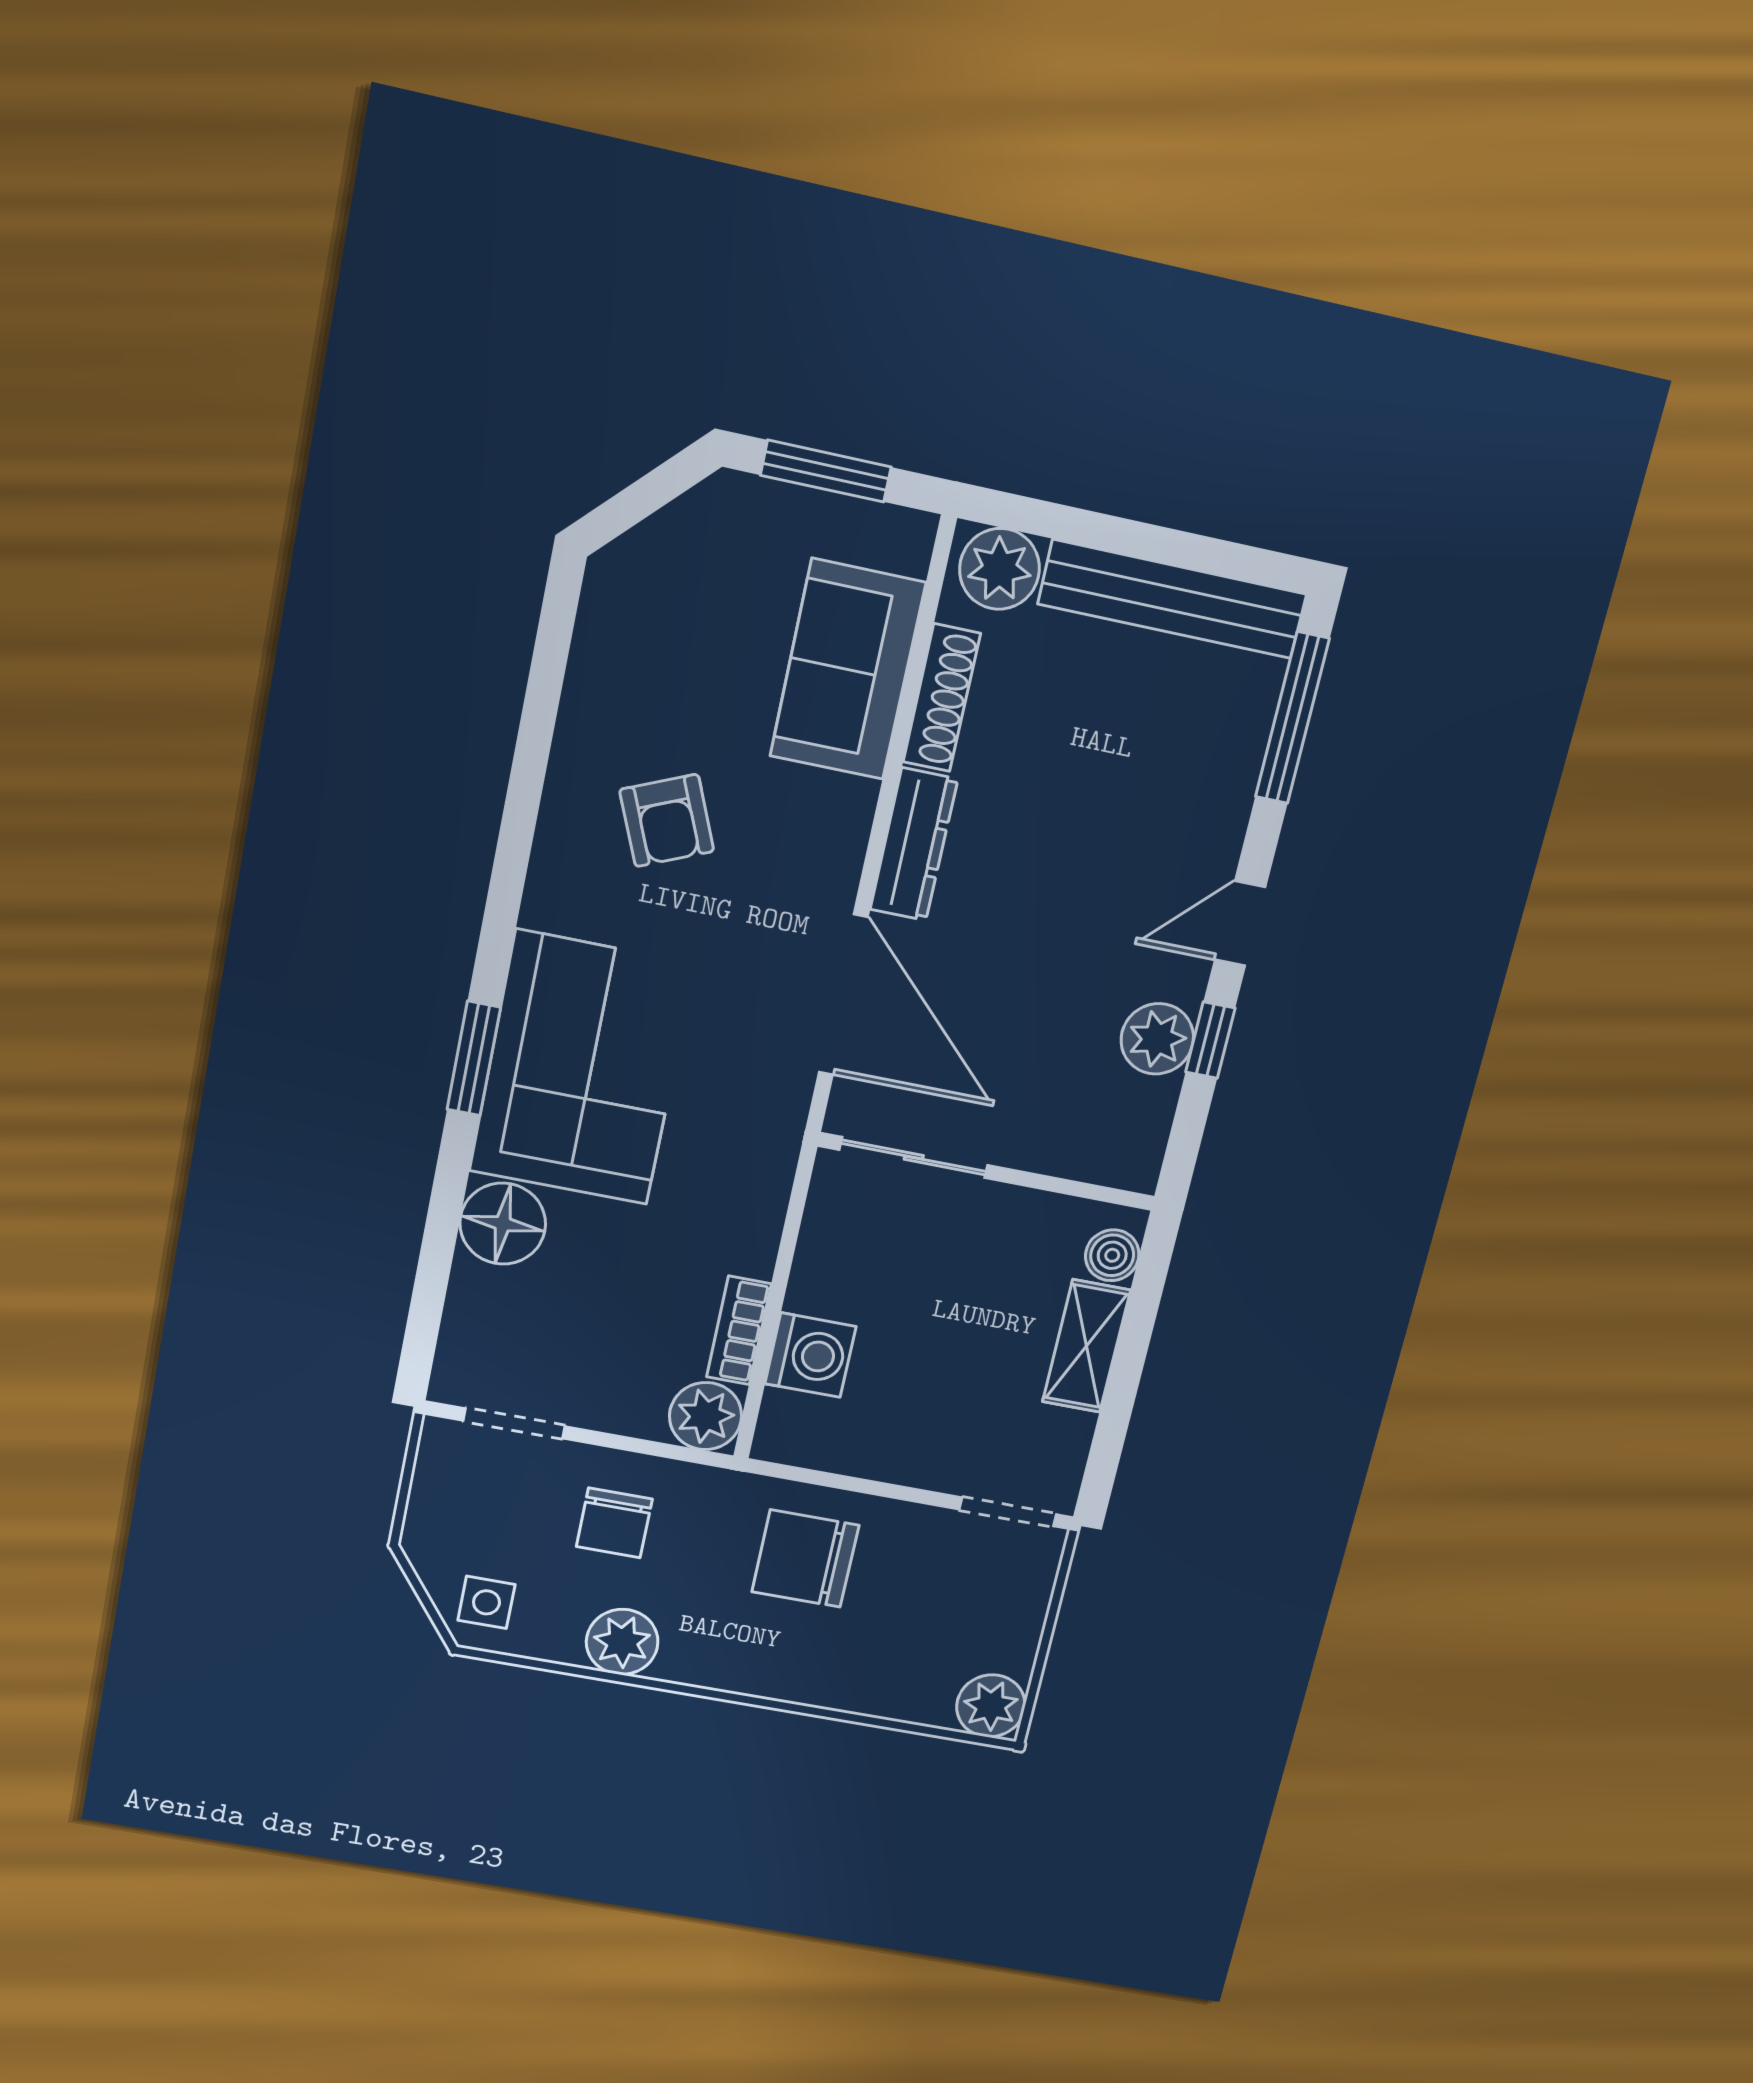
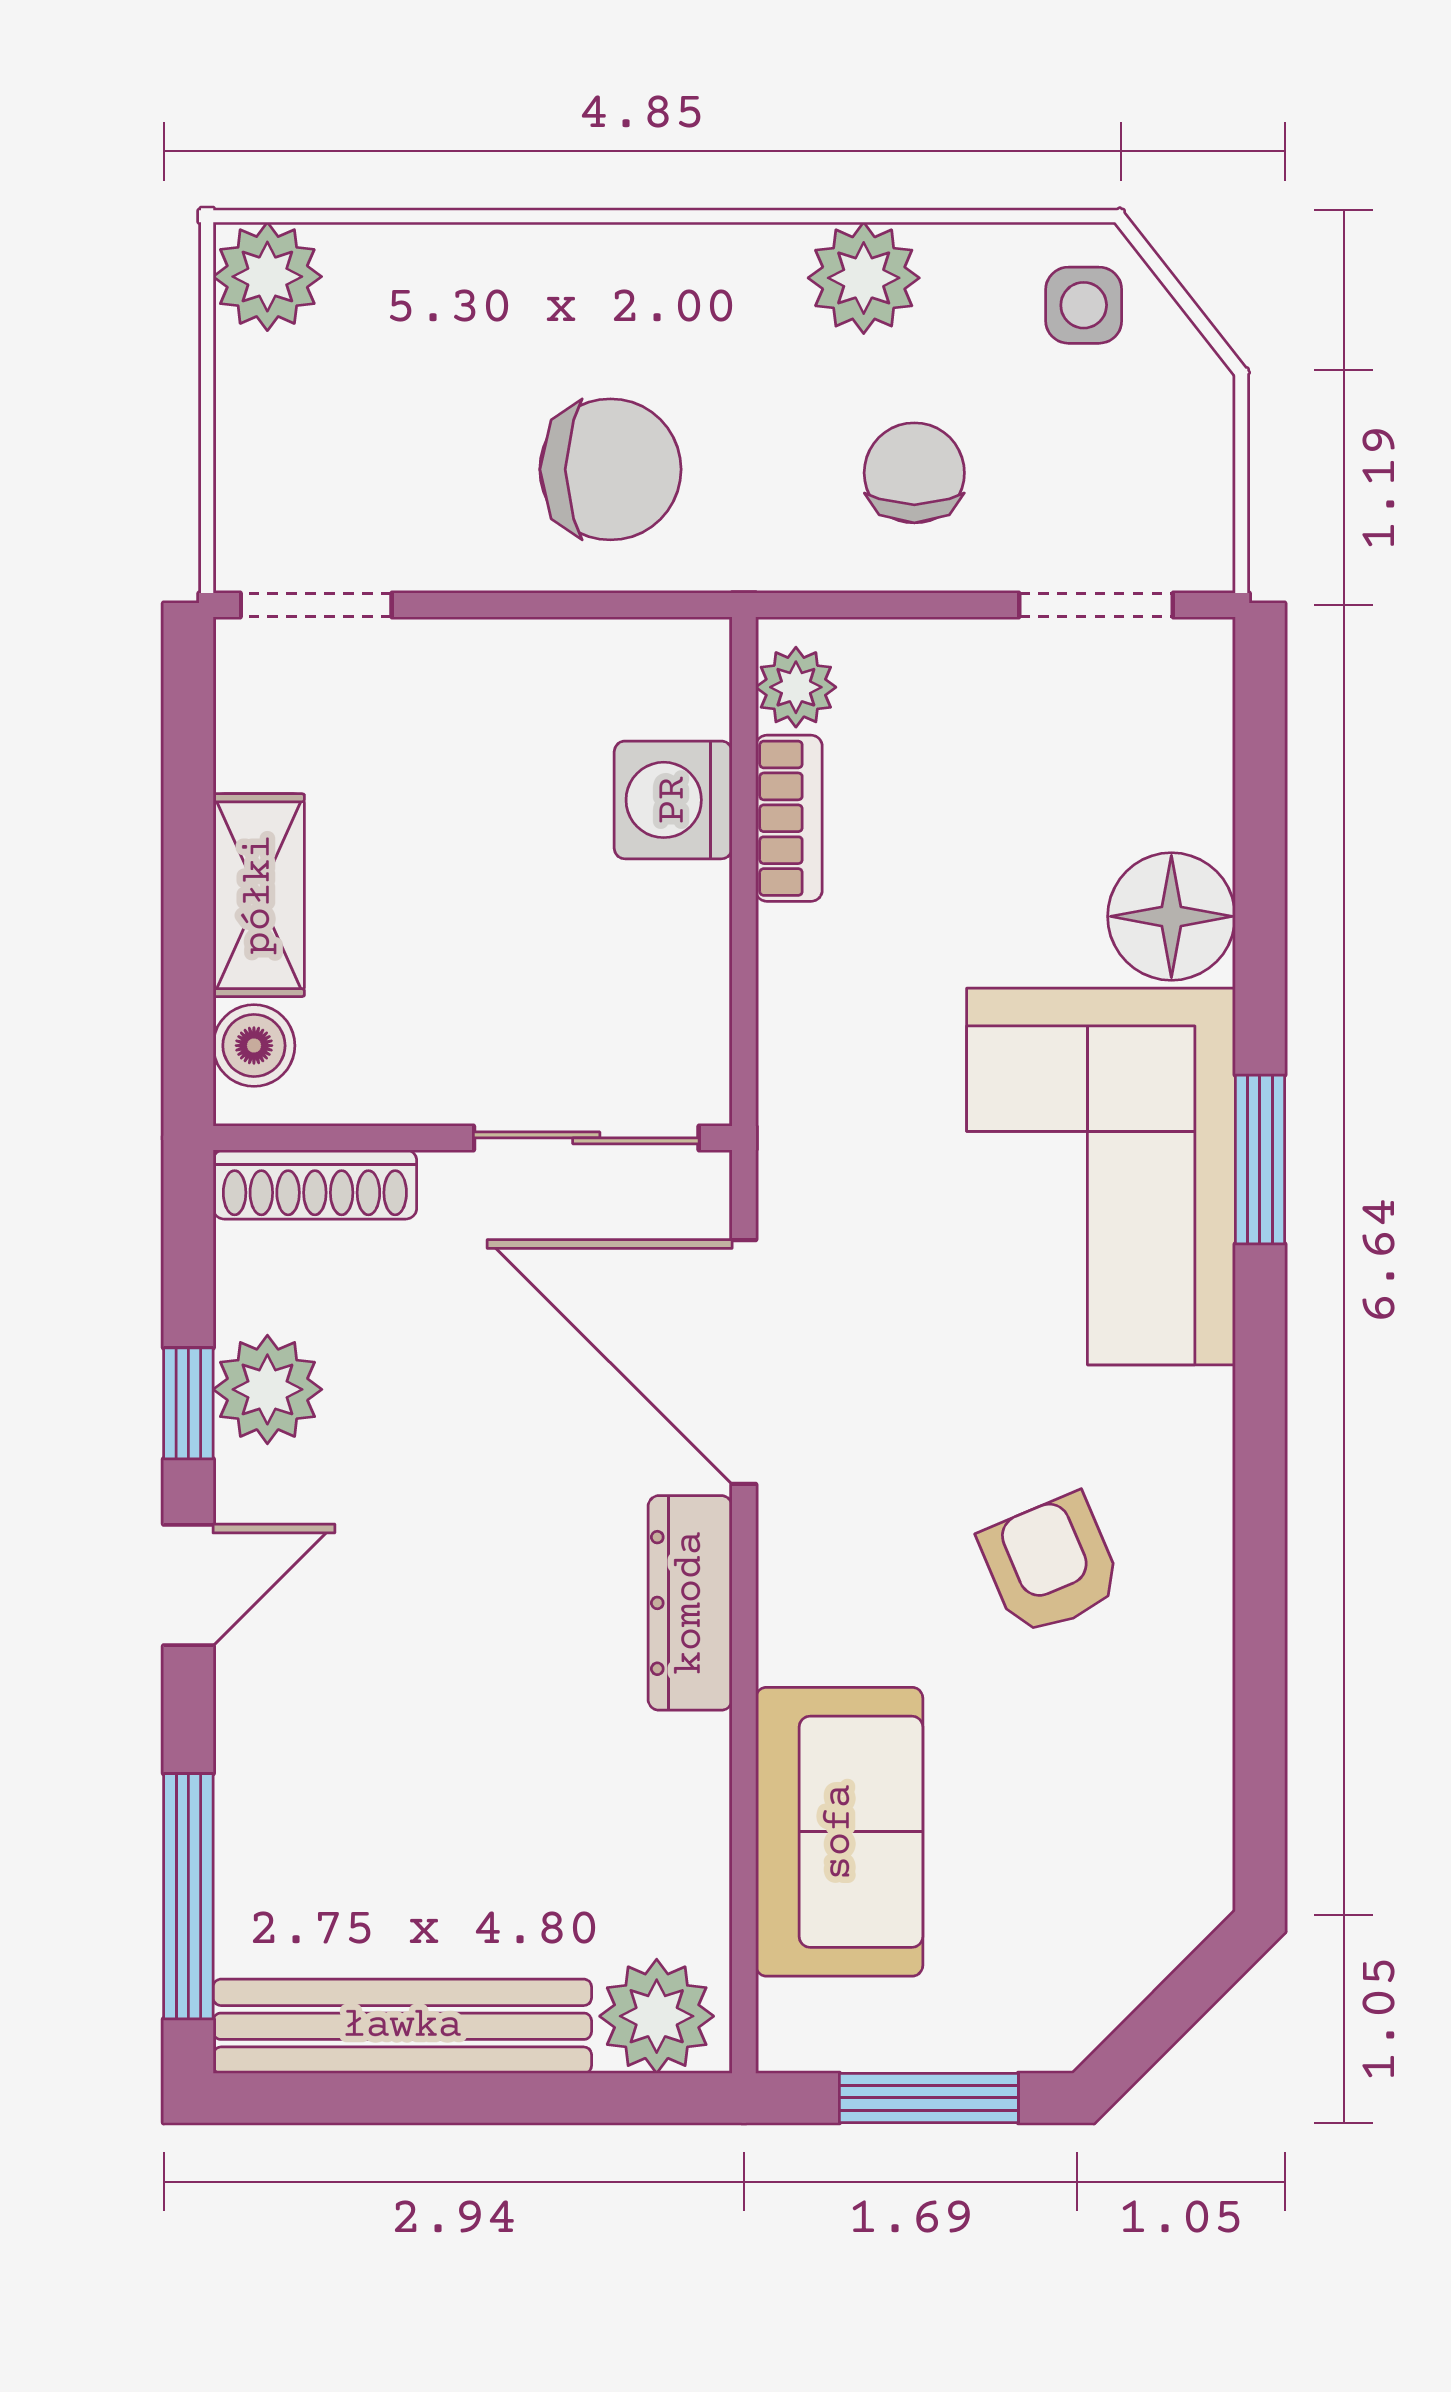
shoe rack: (942, 698) -> (315, 1184), moved, turned -90
plant: (706, 1416) -> (796, 687), width x0.73, depth x0.73

